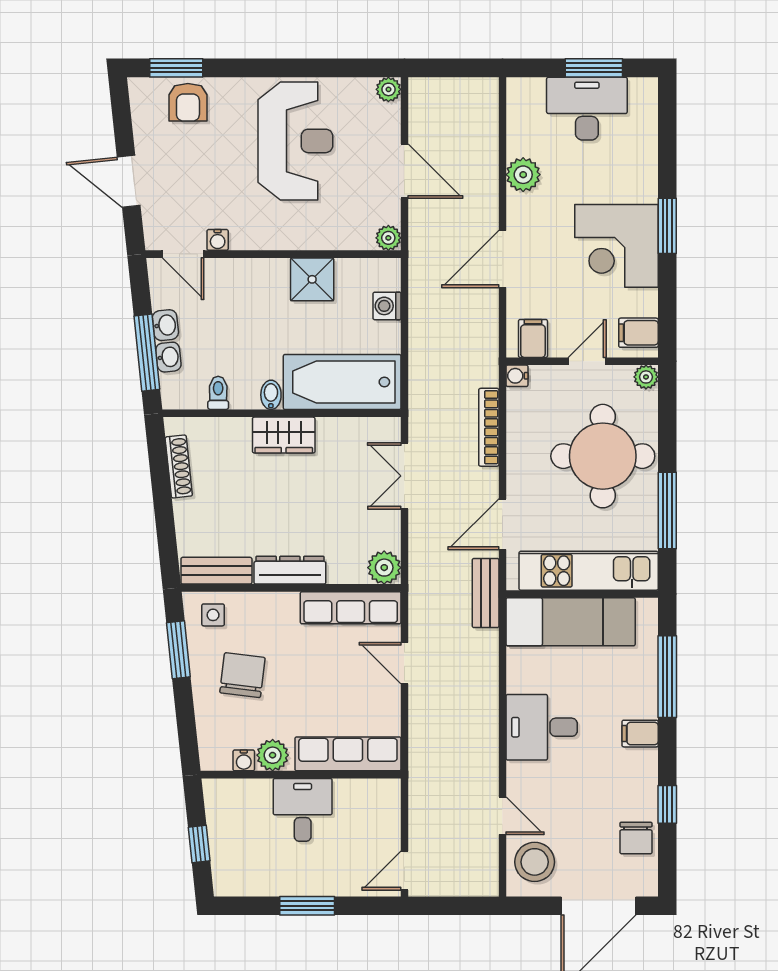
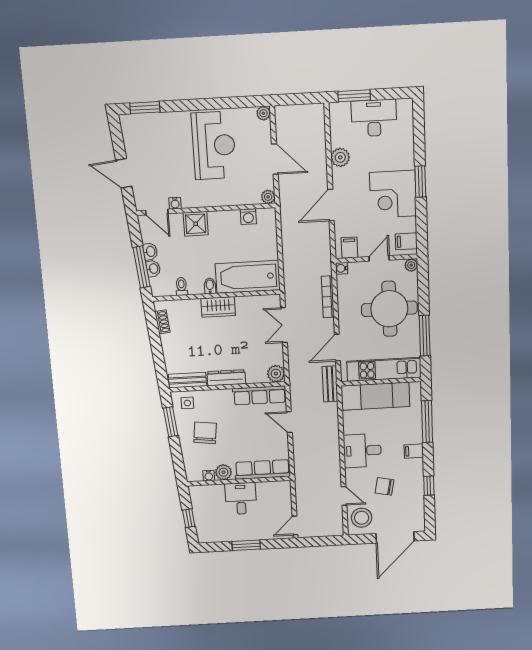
window: (594, 68) -> (354, 96), moved
armchair: (188, 102) -> (153, 127), removed
shower: (312, 279) -> (196, 224), moved
washing machine: (387, 306) -> (248, 217), moved, turned -90
shoe rack: (179, 466) -> (162, 322), width x0.70
chair: (636, 838) -> (385, 486), moved, turned 101

